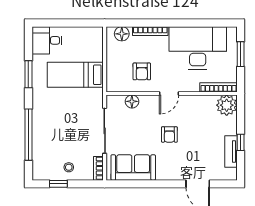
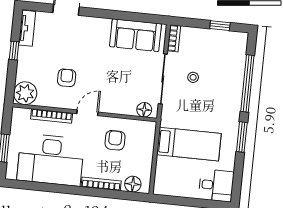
window: (28, 74) -> (242, 137), moved
bookcase: (219, 87) -> (52, 116), moved
floor lamp: (132, 101) -> (144, 110), moved
armchair: (169, 134) -> (67, 78), moved
tv unit: (231, 152) -> (27, 28), moved
stool: (69, 167) -> (193, 77), moved

